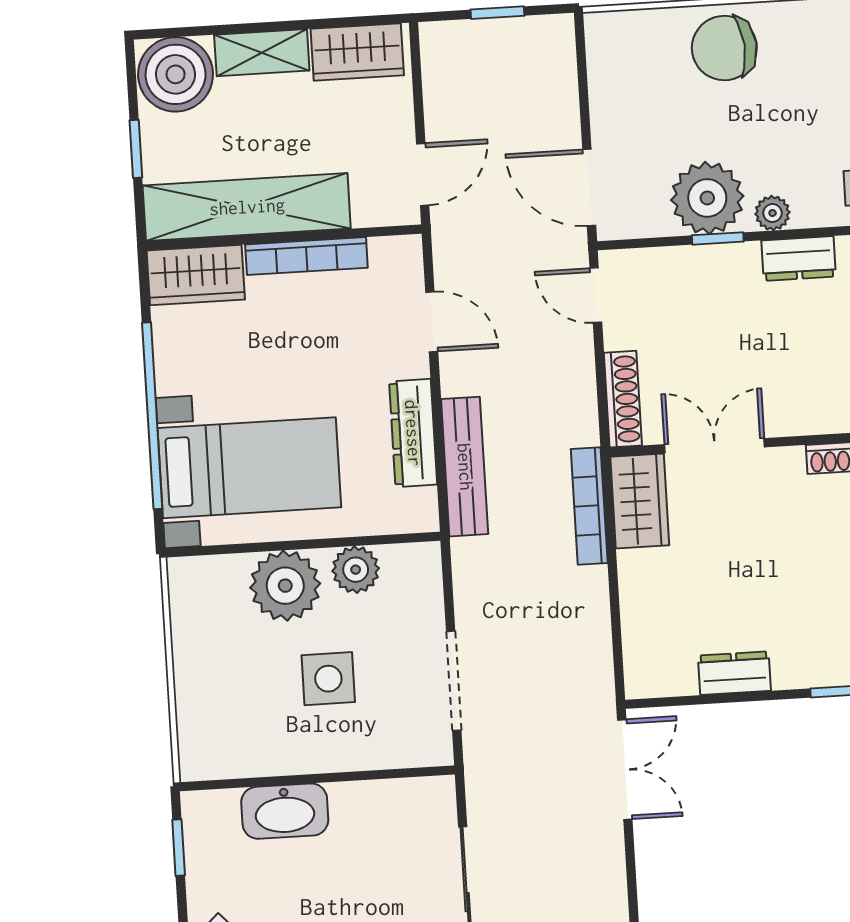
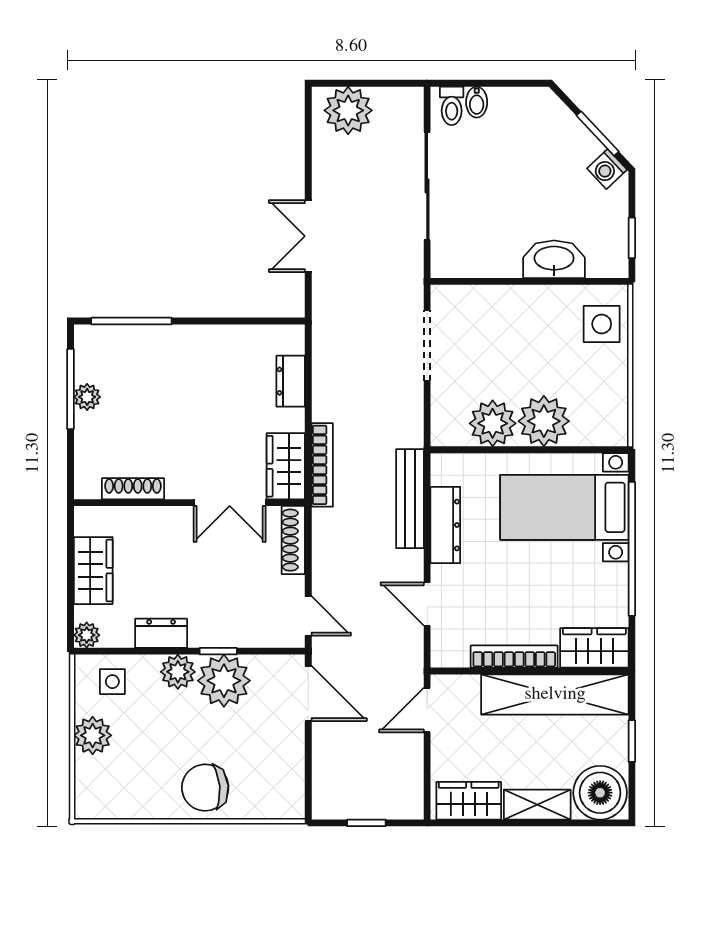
chair: (724, 48) -> (205, 788), turned 180
plant: (772, 213) -> (178, 672), width x1.38, depth x1.38
plant: (356, 570) -> (493, 423), width x1.36, depth x1.36
dresser: (734, 673) -> (291, 381), moved, turned 90
side table: (328, 679) -> (602, 324), moved
double door: (625, 770) -> (308, 236), moved

